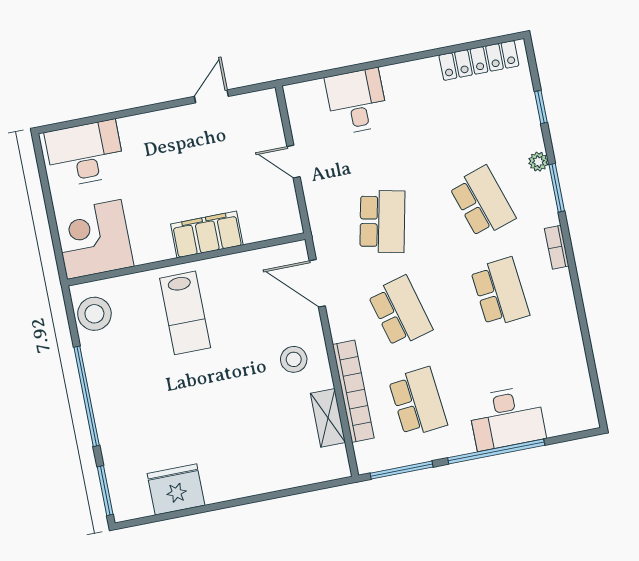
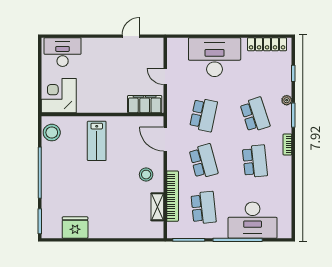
desk: (357, 101) -> (215, 57), width x1.87, depth x1.30
filing cabinet: (207, 234) -> (145, 104), moved
desk: (507, 418) -> (253, 220), width x1.36, depth x1.30

